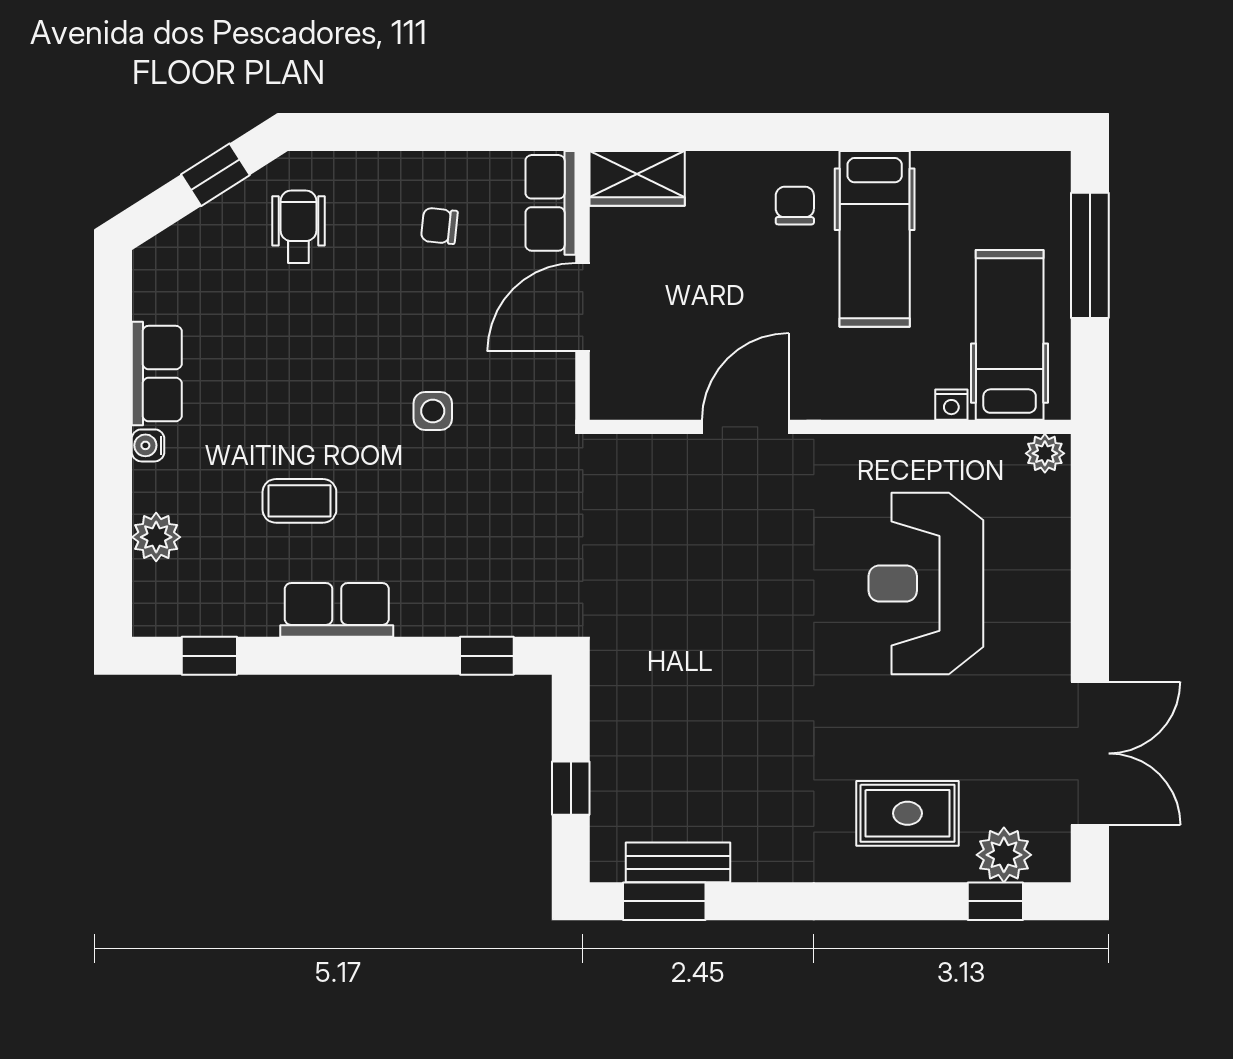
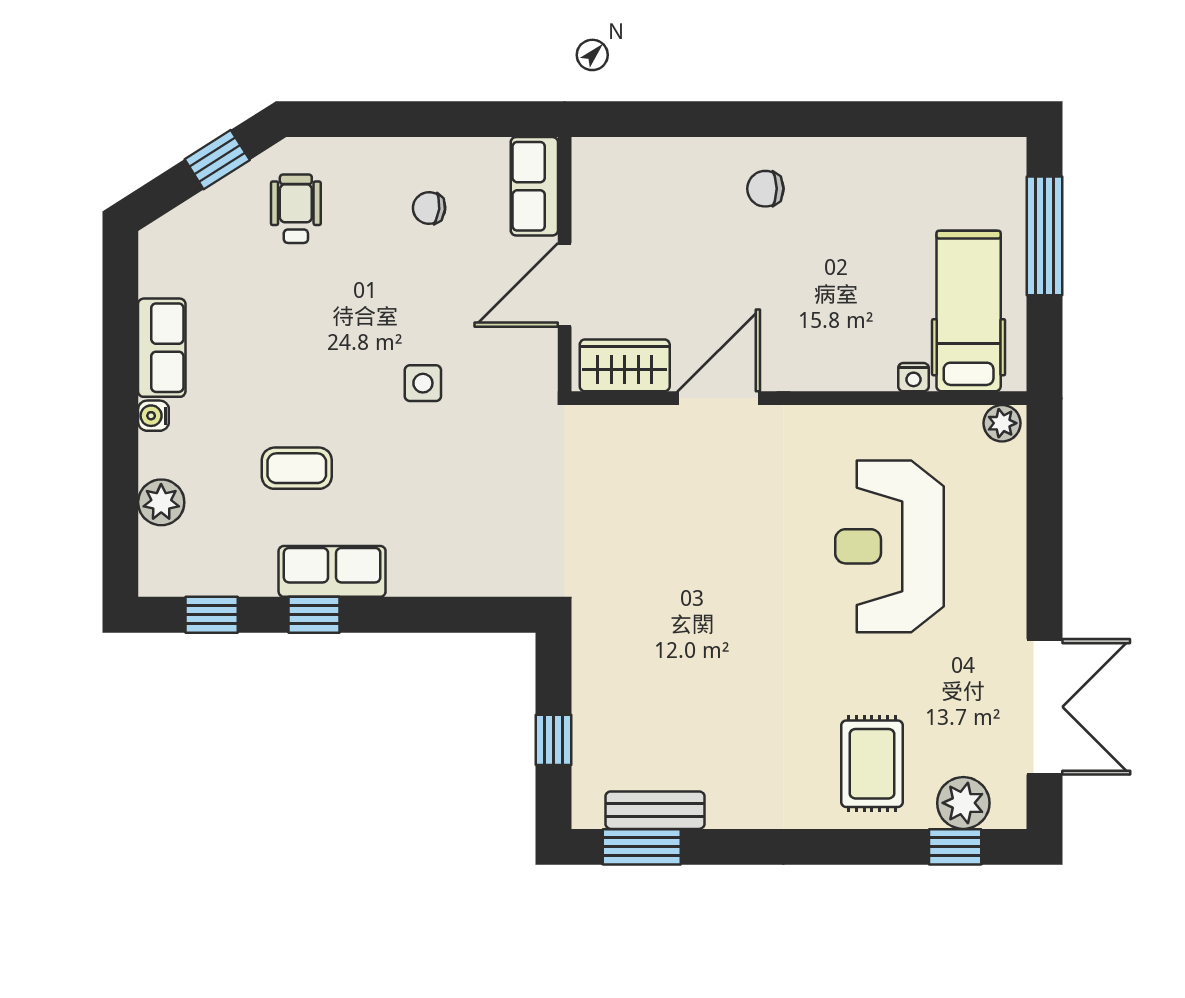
wardrobe: (637, 178) -> (625, 365), moved, turned 180
chair: (795, 206) -> (765, 189), turned -90
hospital bed: (875, 239) -> (841, 220), removed
window: (487, 656) -> (314, 615), moved
rug: (907, 813) -> (872, 764), turned 90

